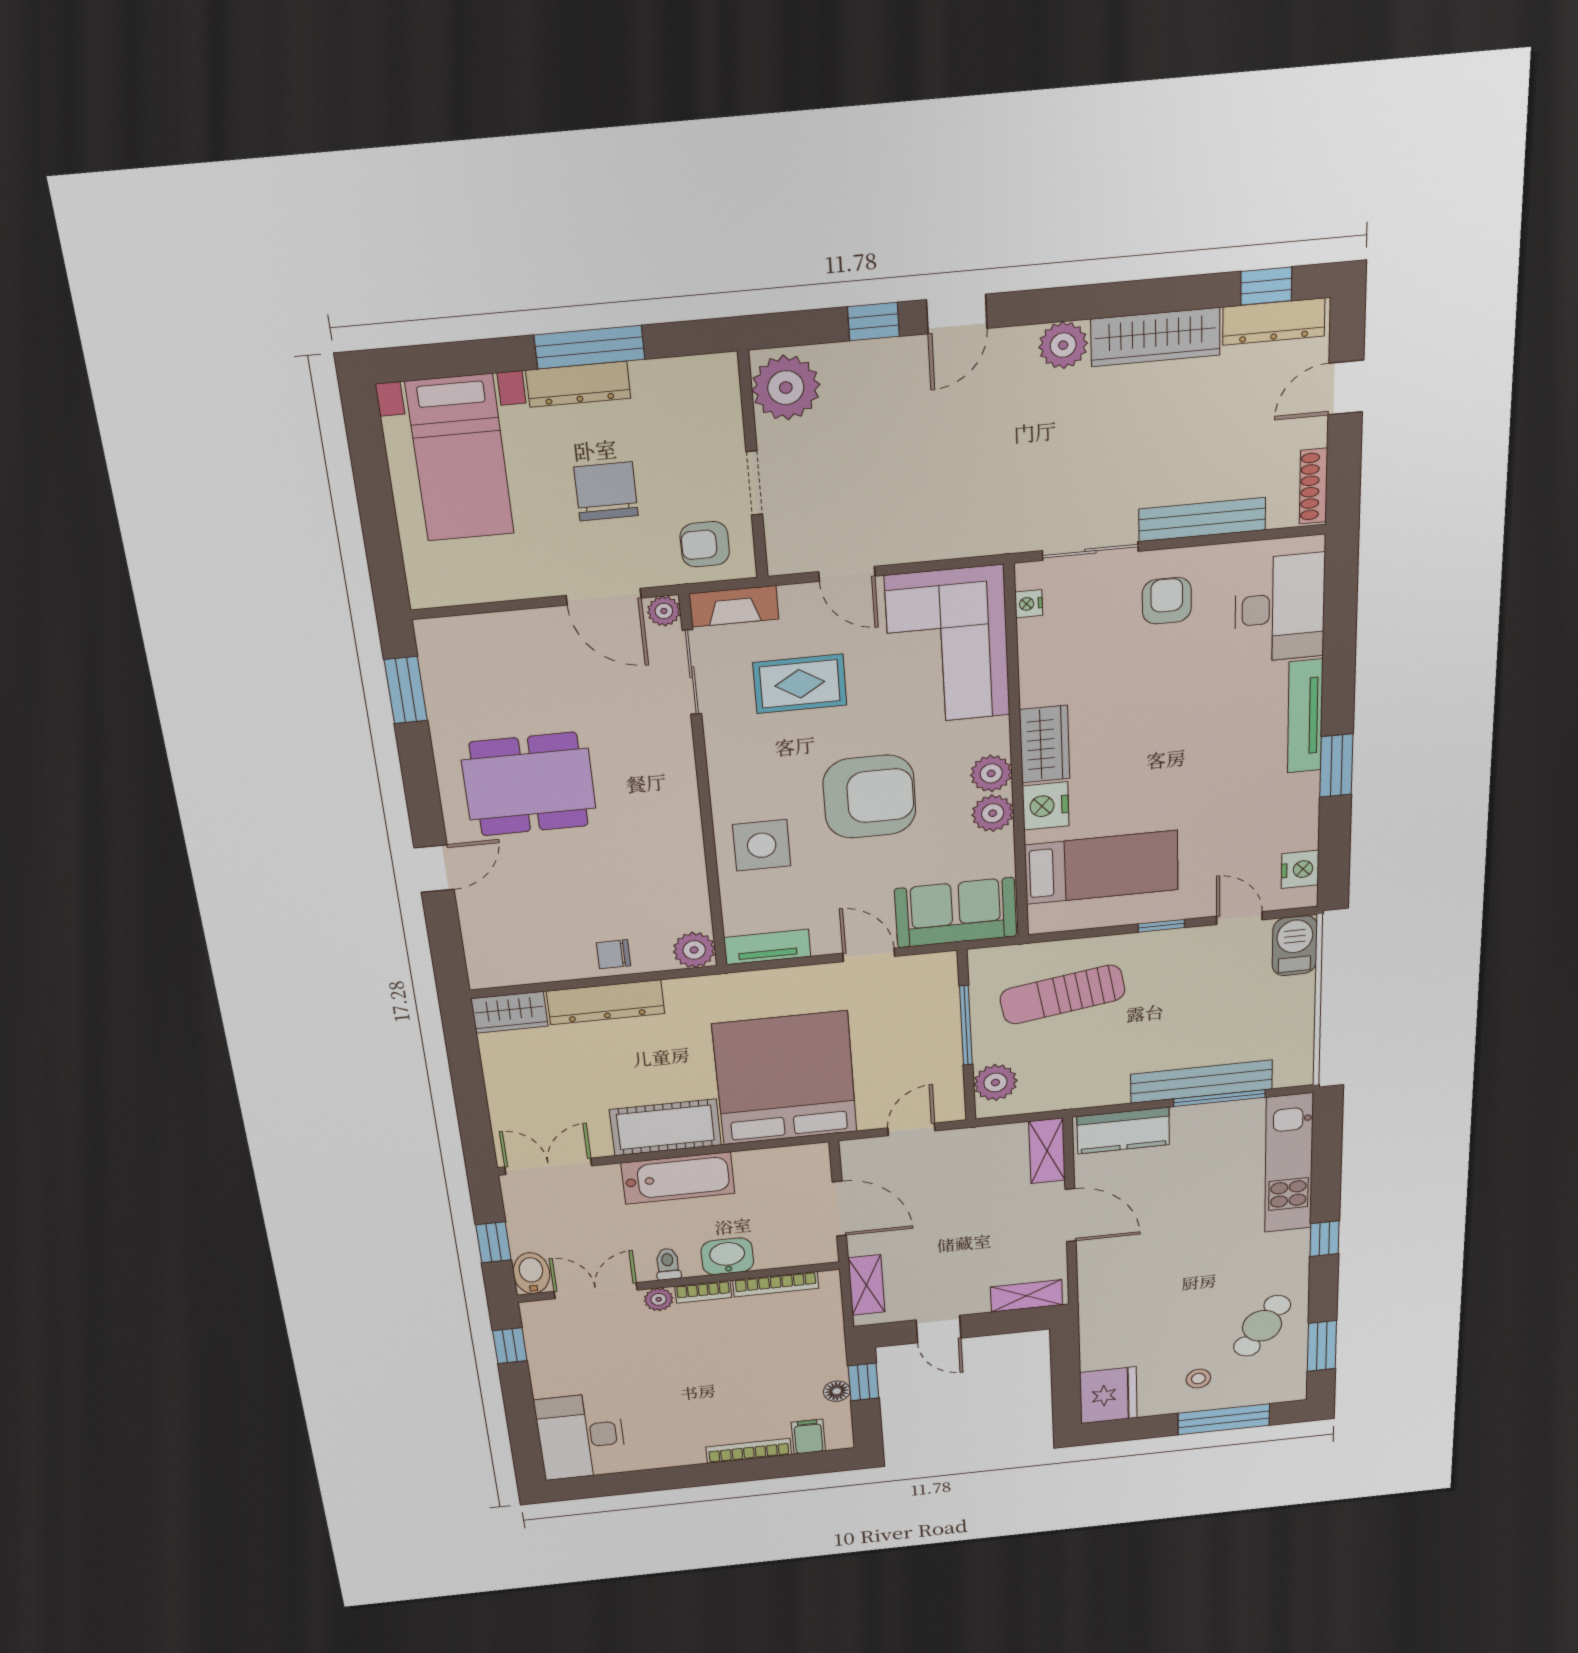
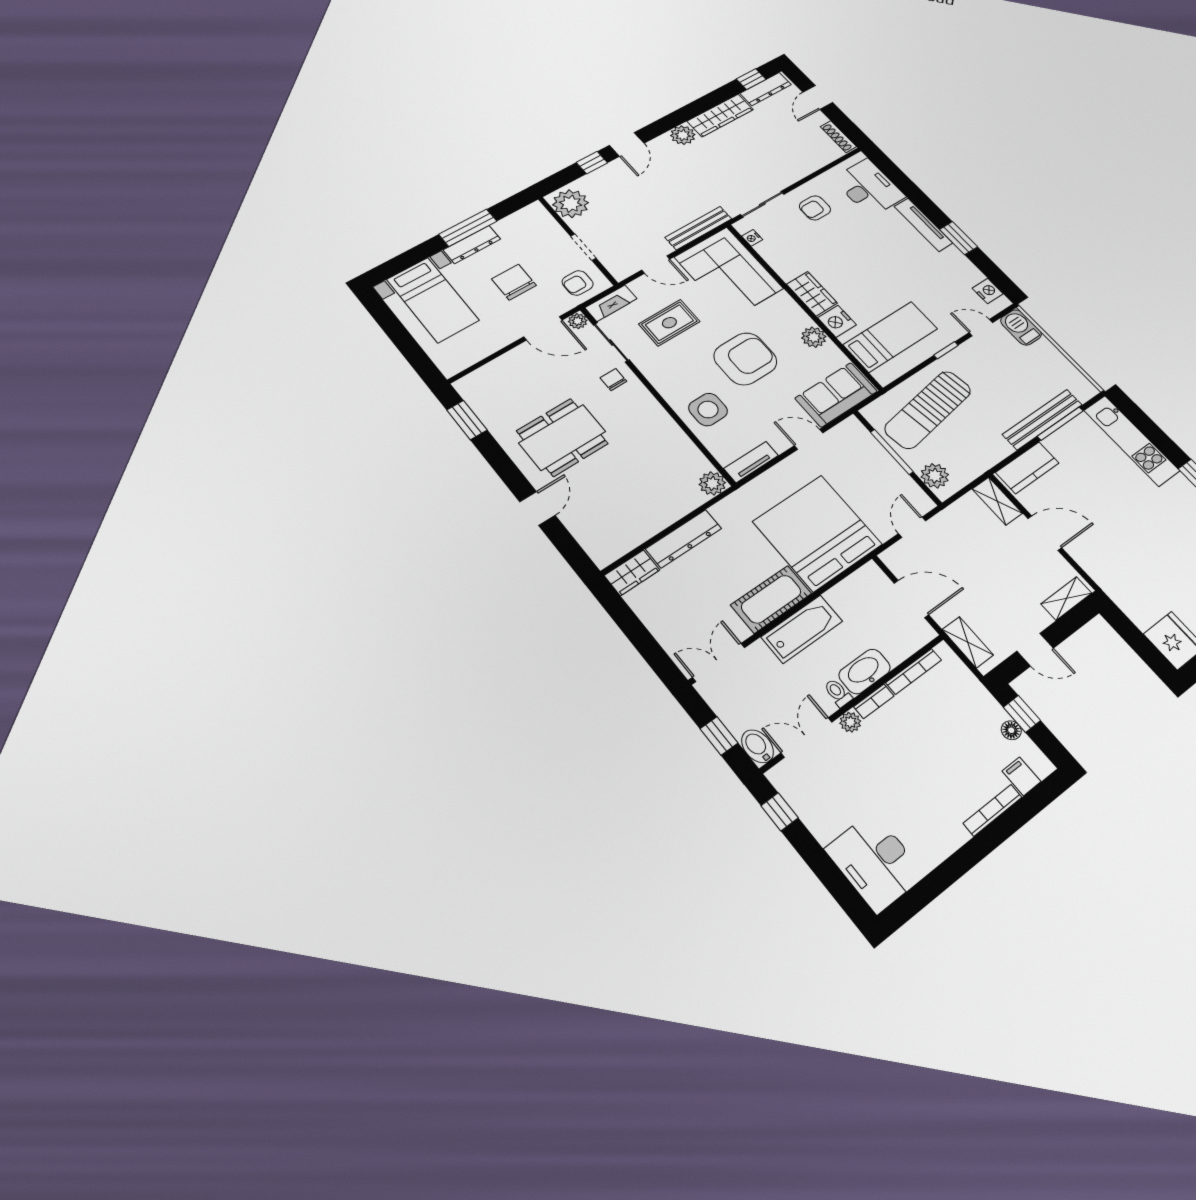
bench: (1202, 520) -> (698, 228), moved
armchair: (1167, 601) -> (815, 208), turned -90
plant: (991, 773) -> (797, 319), removed
chair: (614, 954) -> (613, 380), moved, turned 90
sun lounger: (1063, 995) -> (928, 410), width x1.36, depth x1.34
washbasin: (727, 1256) -> (865, 671), width x1.38

